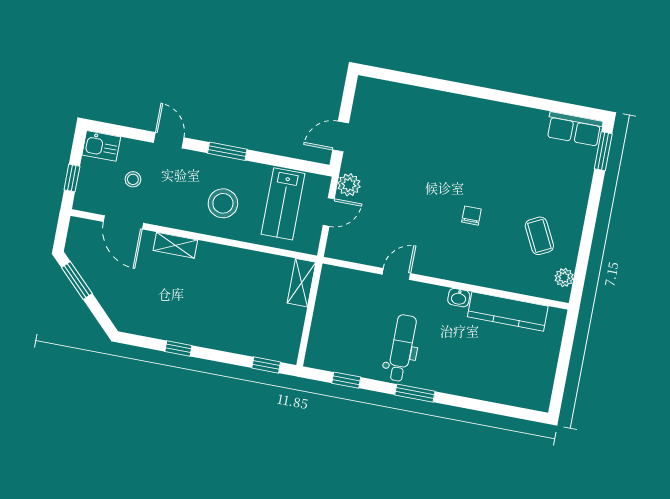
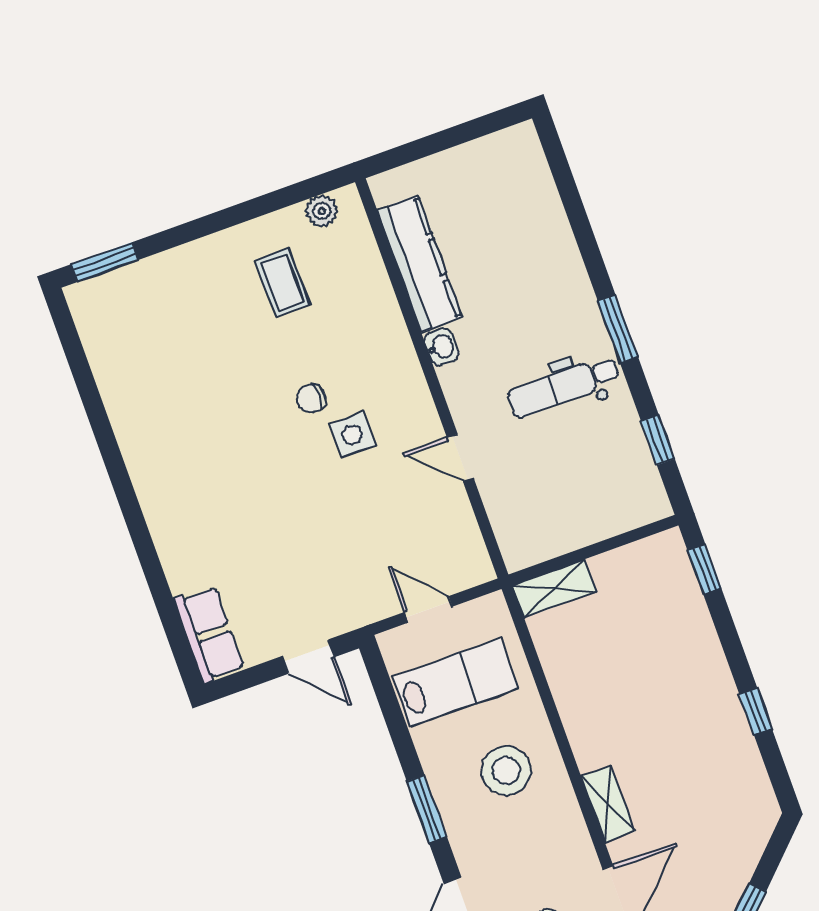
row of seats: (574, 129) -> (209, 634), moved
plant: (349, 185) -> (371, 603), removed
side table: (441, 226) -> (352, 435), added
coffee table: (539, 236) -> (282, 283), turned -63

